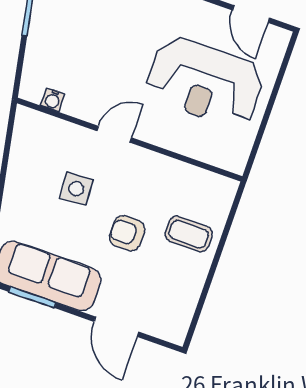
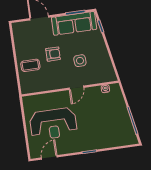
door: (251, 14) -> (49, 157), hinge flipped
reception desk: (205, 82) -> (53, 124), turned 180

